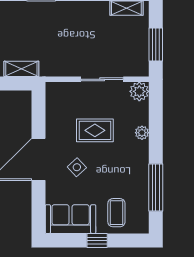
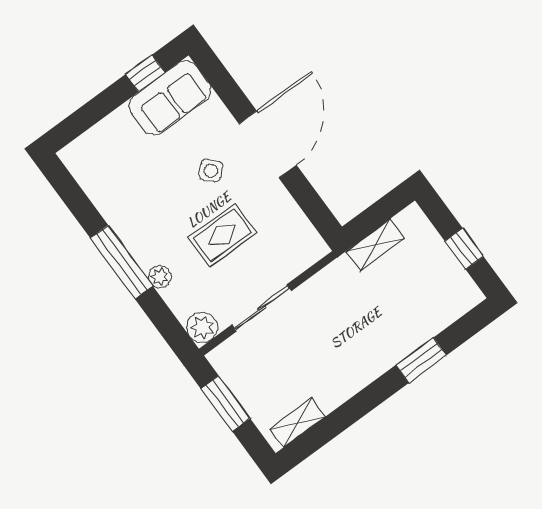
window: (156, 188) -> (122, 262), moved
coffee table: (116, 213) -> (117, 150), removed
window: (97, 241) -> (145, 73), moved

